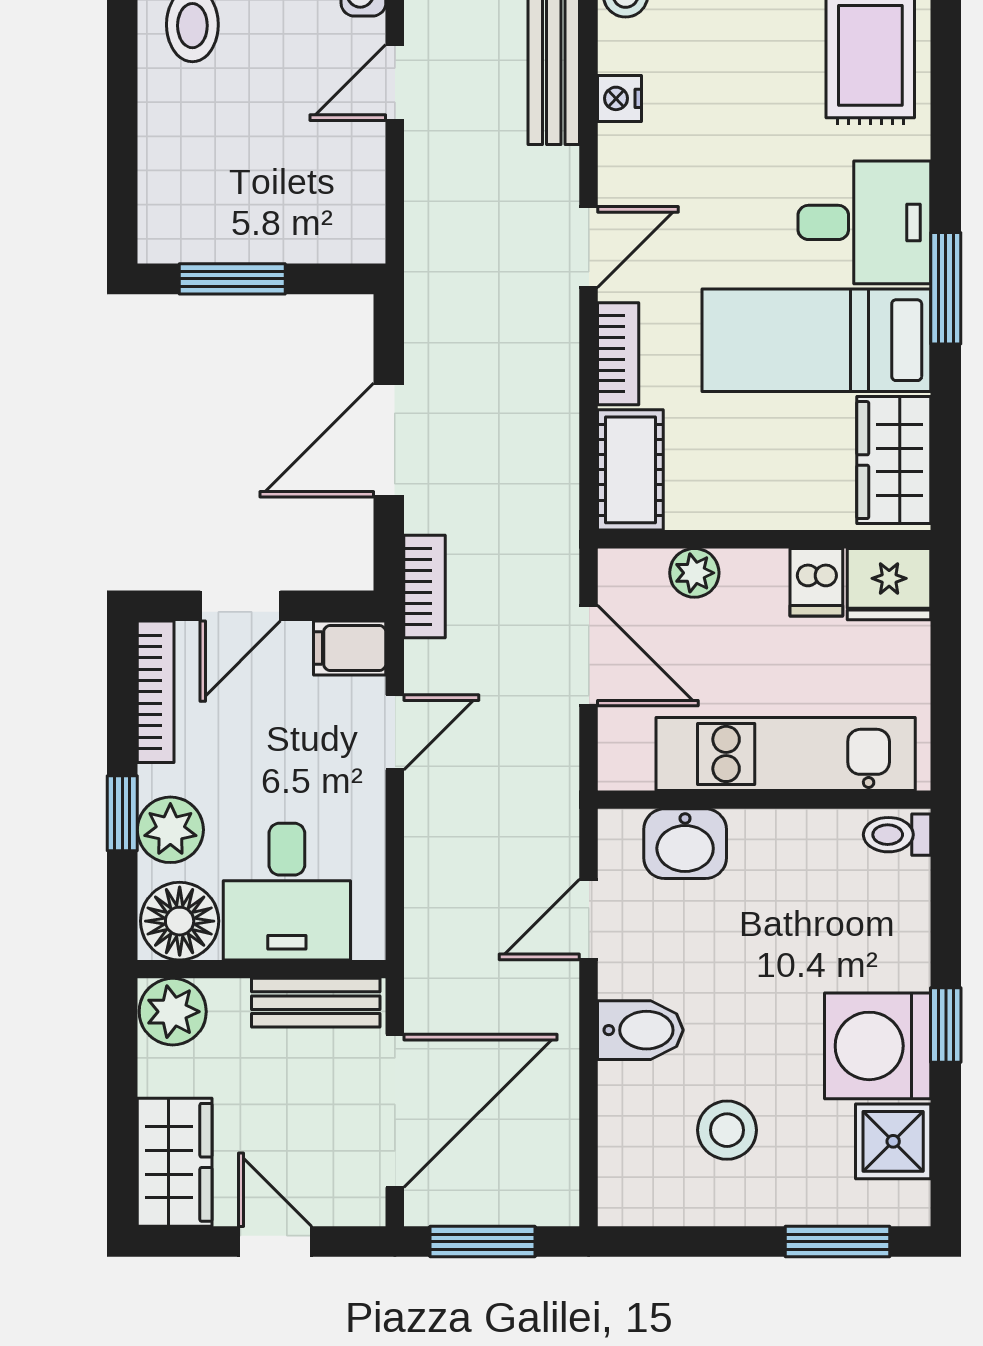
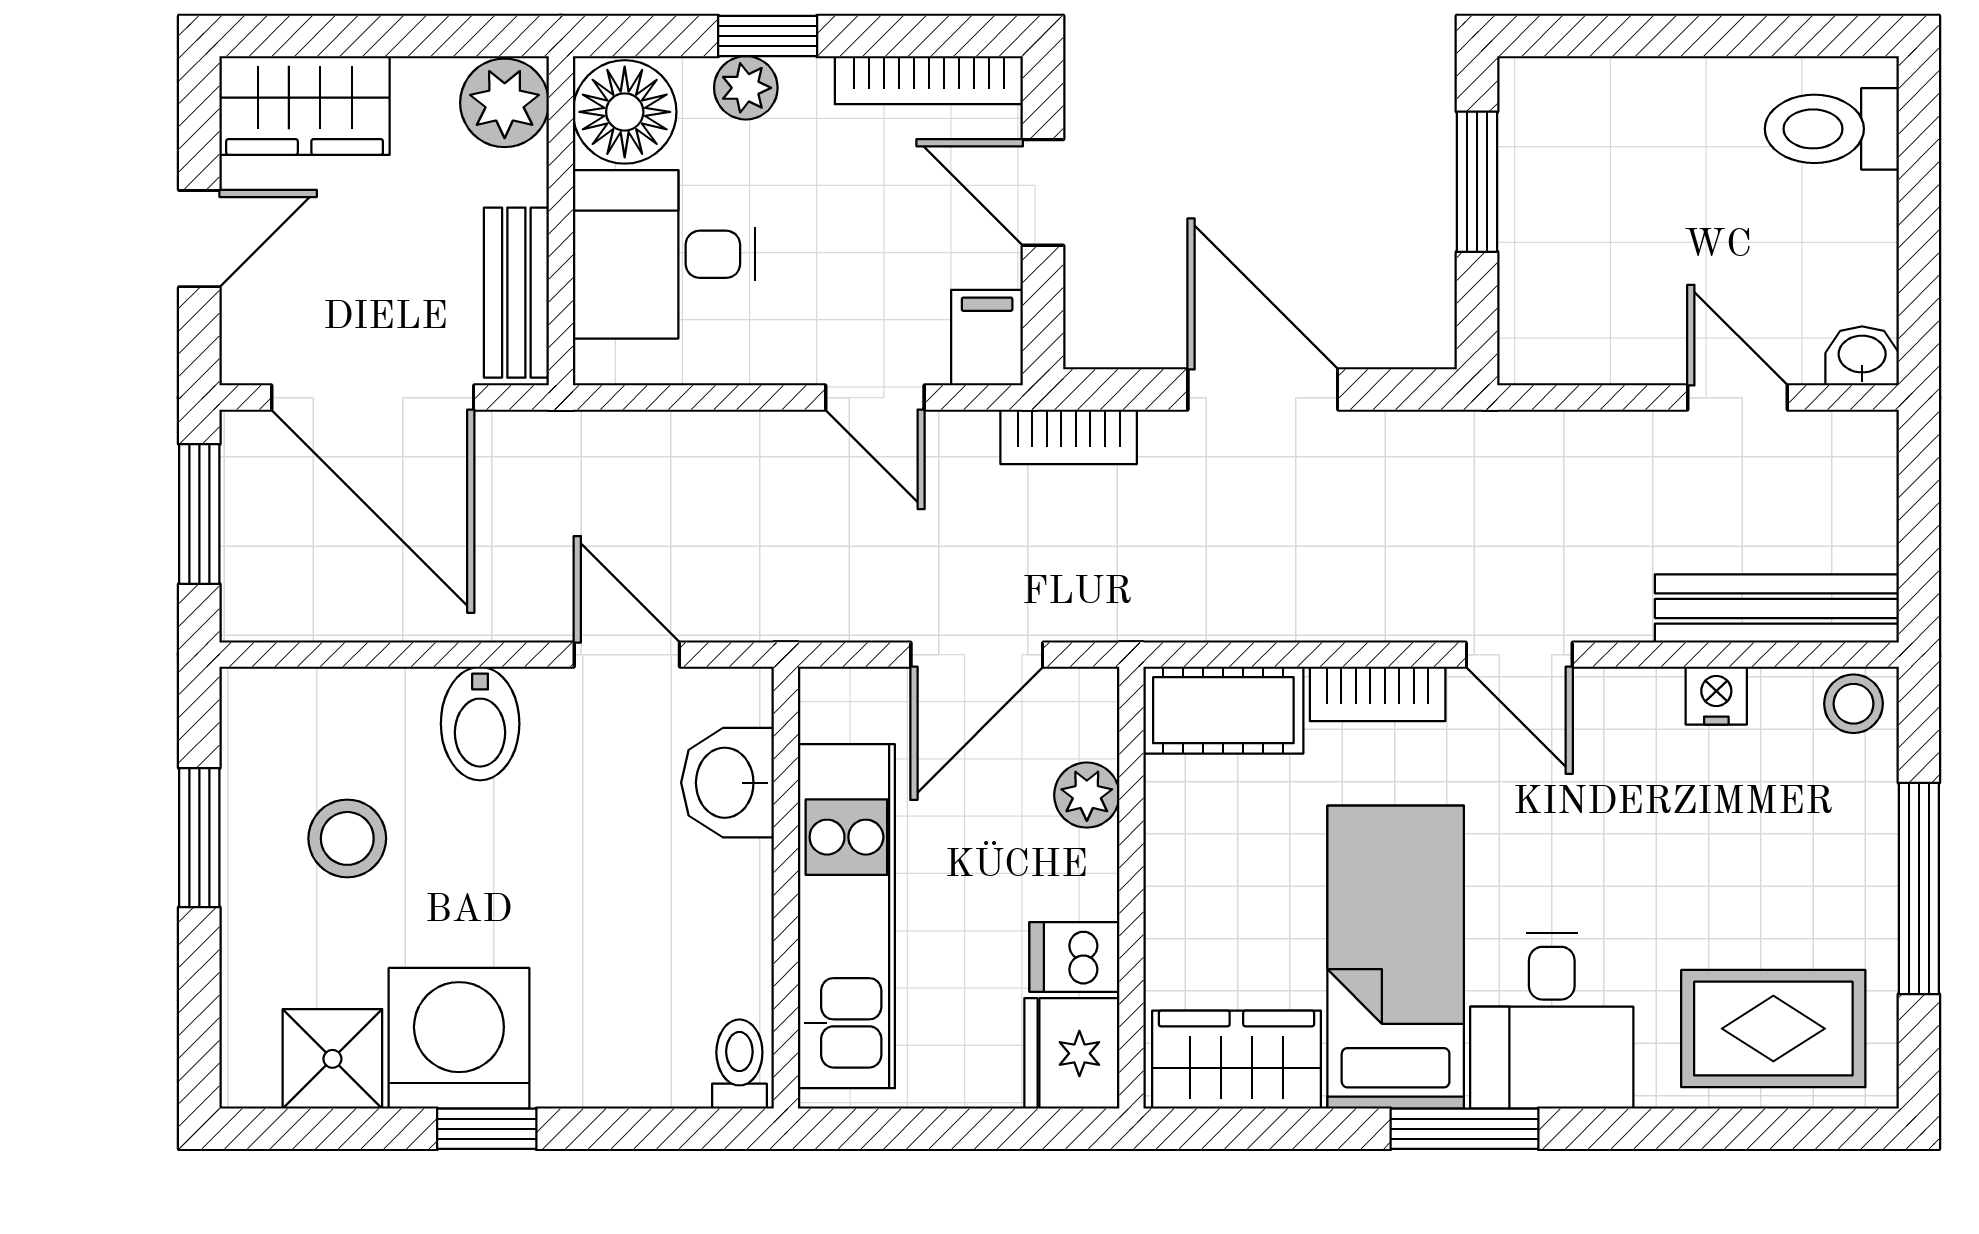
plant: (170, 830) -> (746, 88), width x0.73, depth x0.73
window: (838, 1242) -> (199, 838), moved

